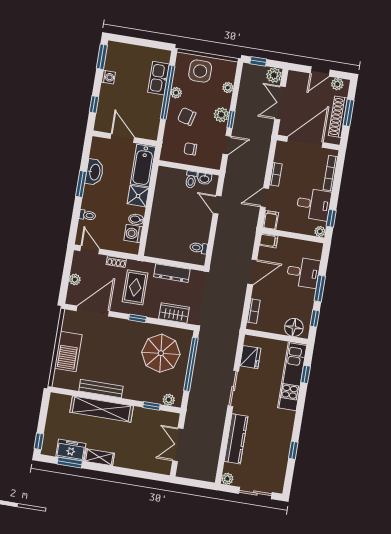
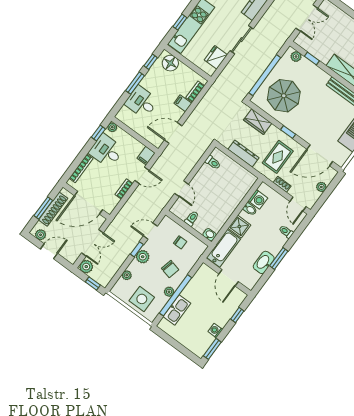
washbasin: (204, 179) -> (210, 235), moved
filing cabinet: (269, 241) -> (183, 103), moved
door: (252, 272) -> (173, 133), moved

